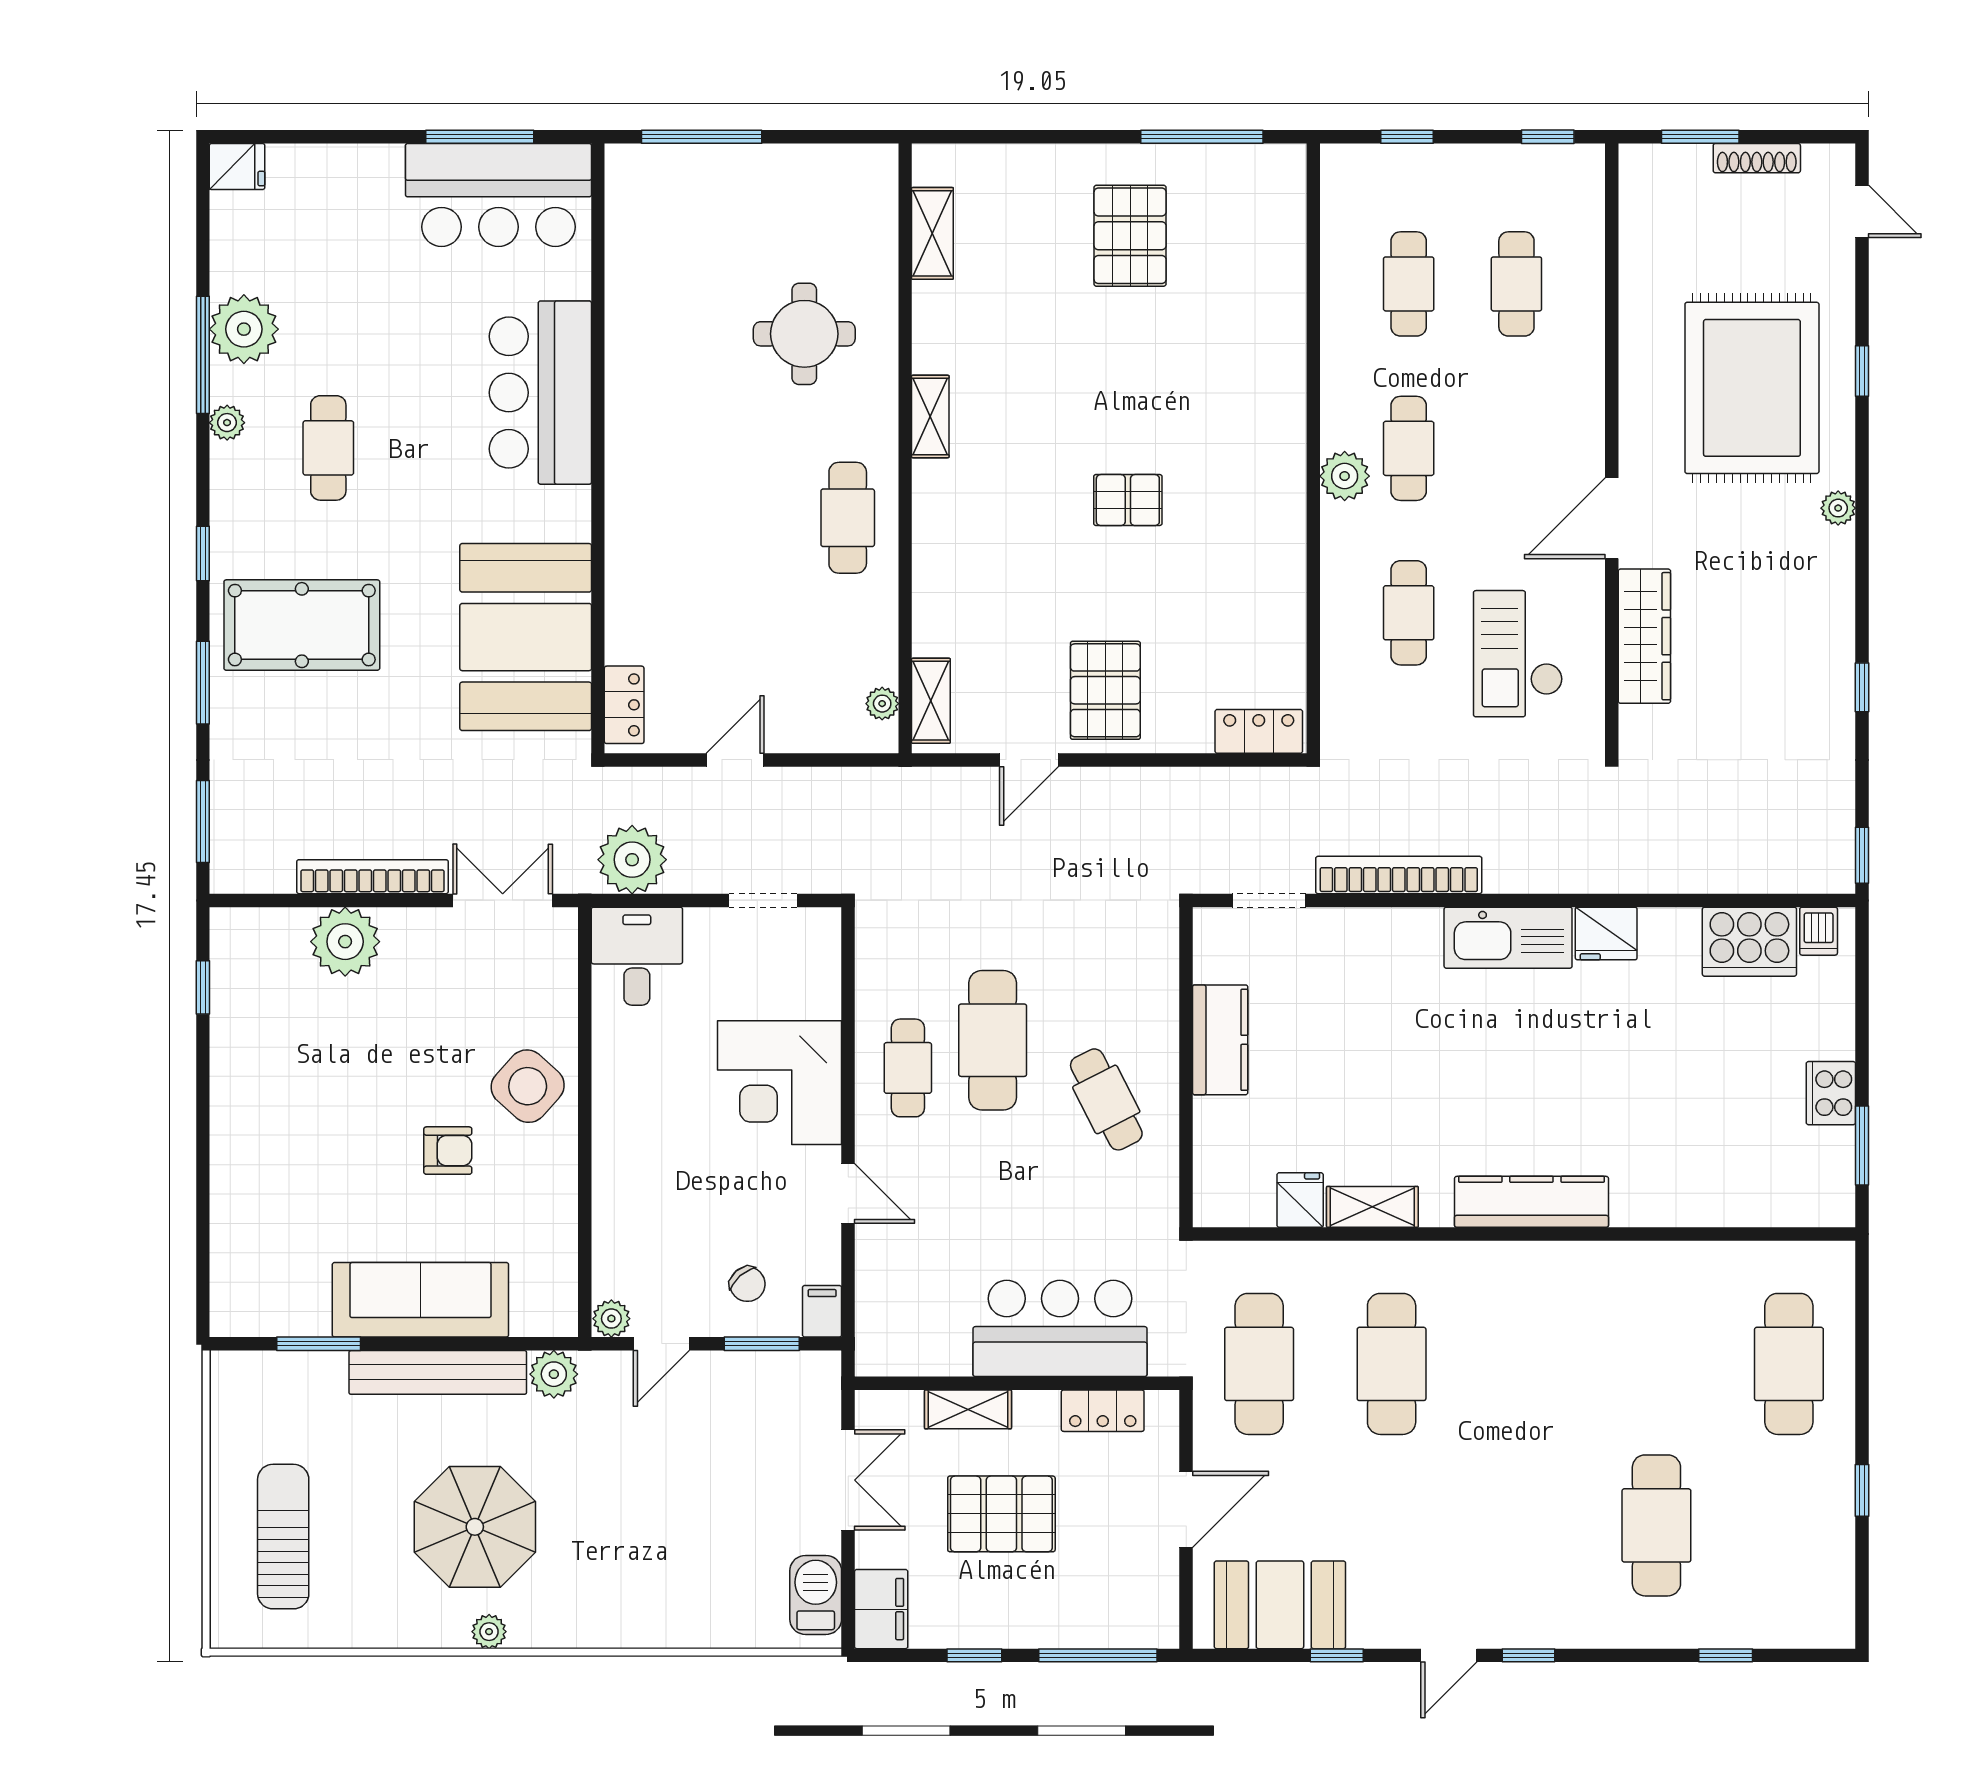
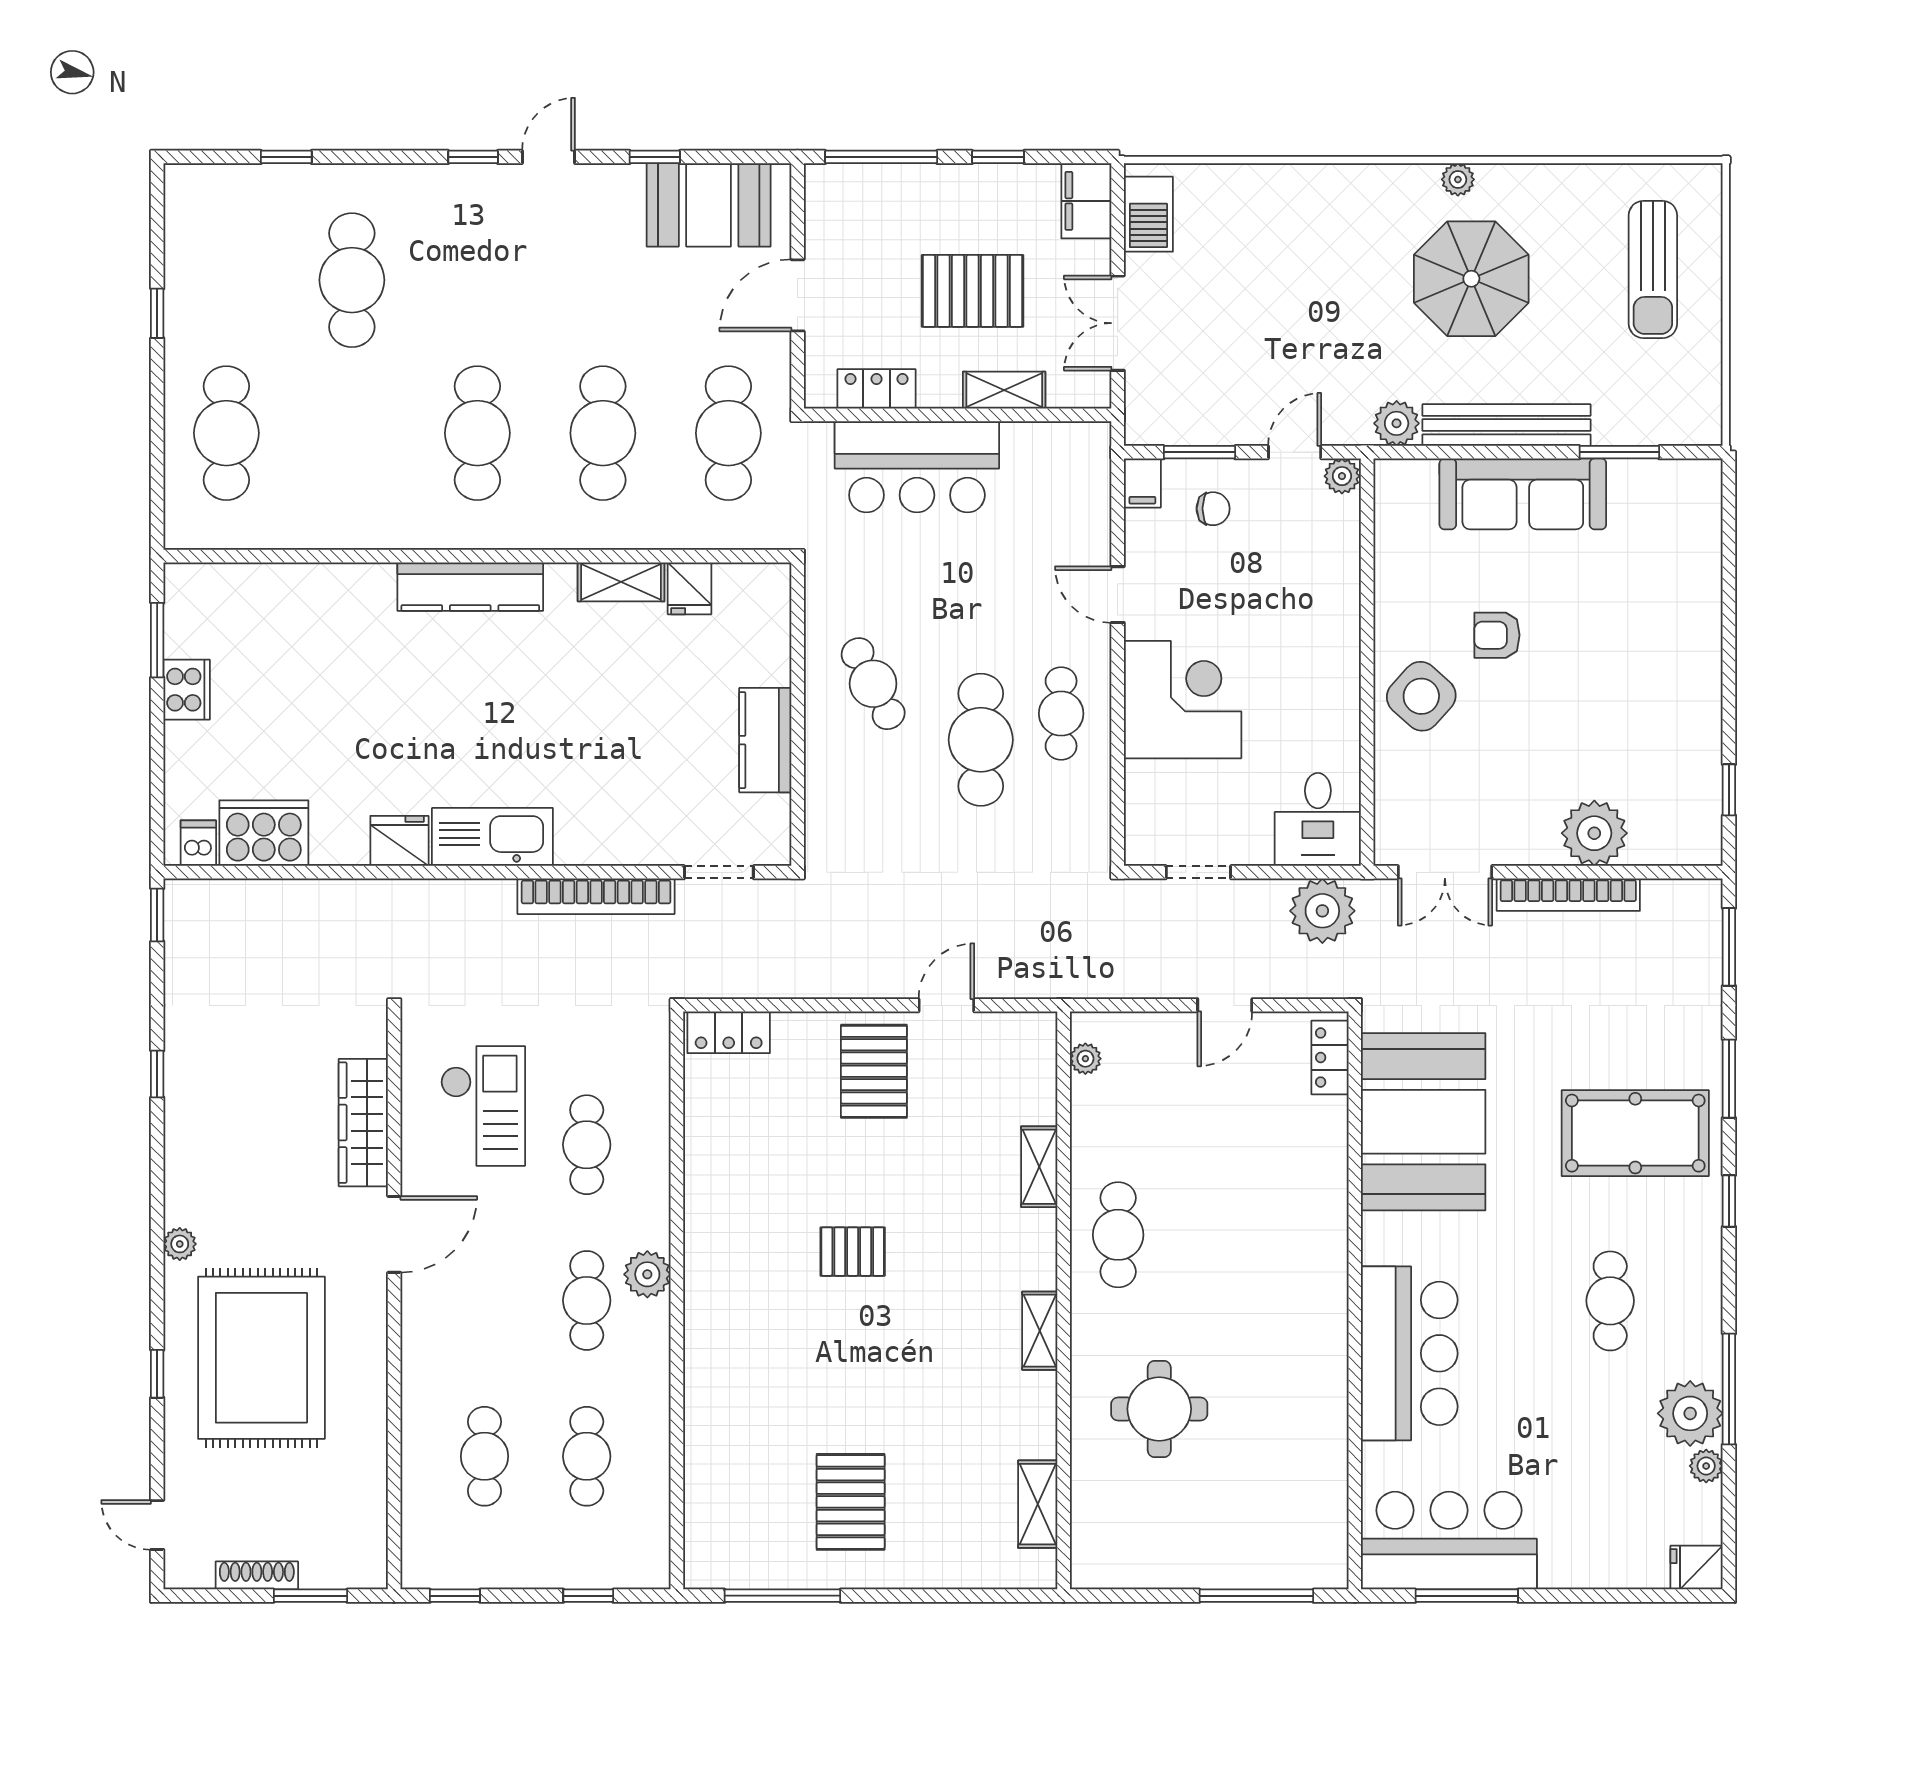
plant: (227, 423) -> (1706, 1466), moved
shelving: (931, 701) -> (1039, 1167), moved
chair: (747, 1284) -> (1213, 509), turned 131
cafe table: (1524, 1364) -> (477, 433), added

